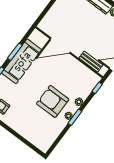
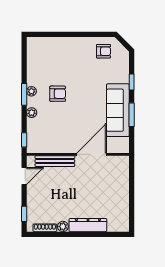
bench: (91, 62) -> (55, 161), width x1.36
armchair: (53, 101) -> (58, 94), width x0.53, depth x0.53

